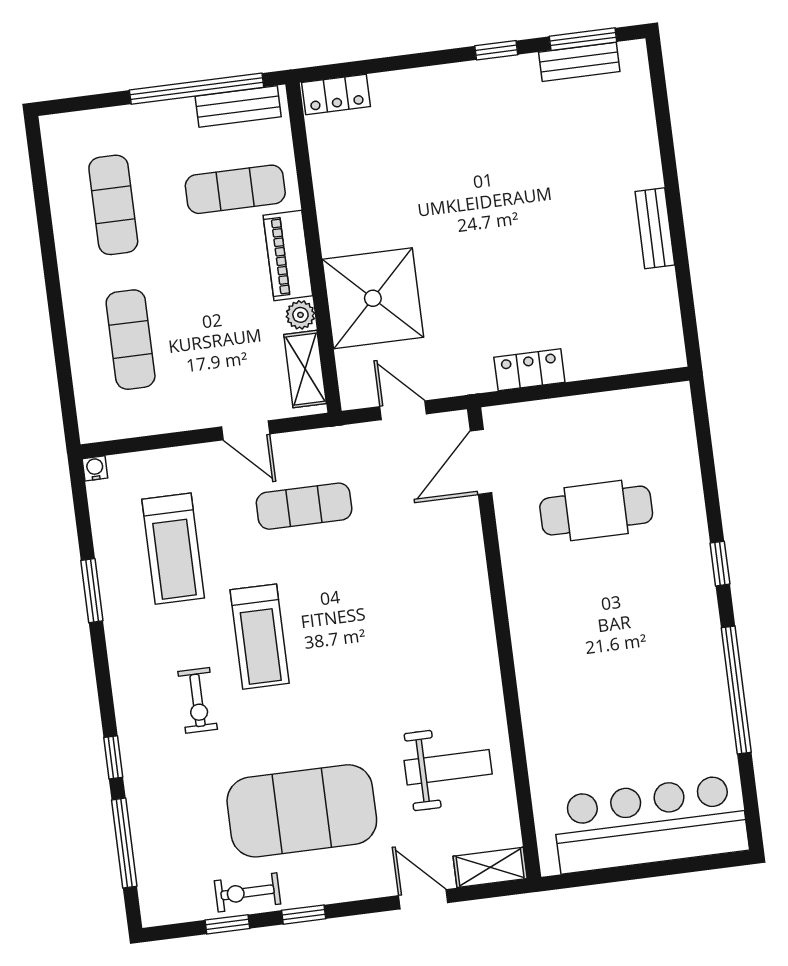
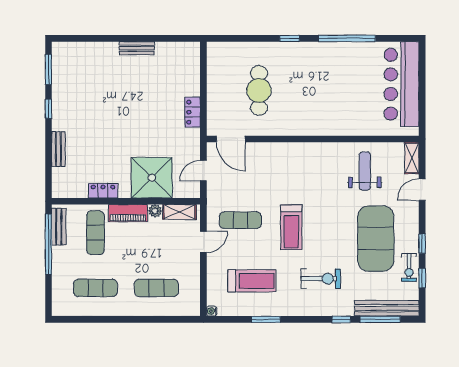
bench: (579, 62) -> (58, 149), moved
locker: (336, 95) -> (103, 191), moved, turned -90
exercise mat: (304, 506) -> (240, 220), turned 90
treadmill: (260, 637) -> (291, 227), moved, turned 90
exercise bike: (198, 700) -> (321, 279), width x1.38, depth x1.39
bench: (151, 855) -> (387, 308), added

